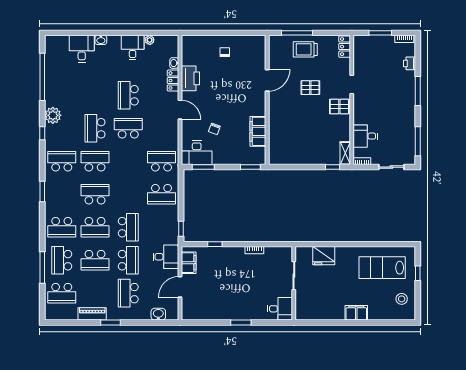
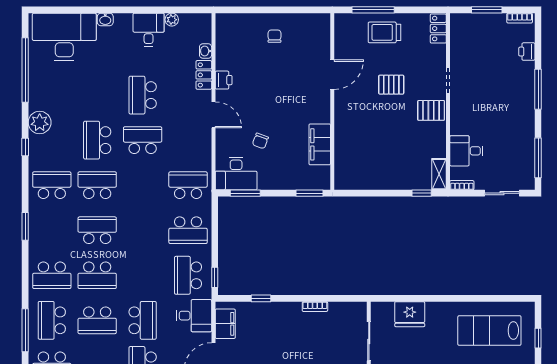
desk: (82, 49) -> (64, 37), width x1.87, depth x1.30
printer: (190, 78) -> (224, 80), width x0.53, depth x0.68
school desk: (128, 227) -> (188, 275), moved, turned 180

